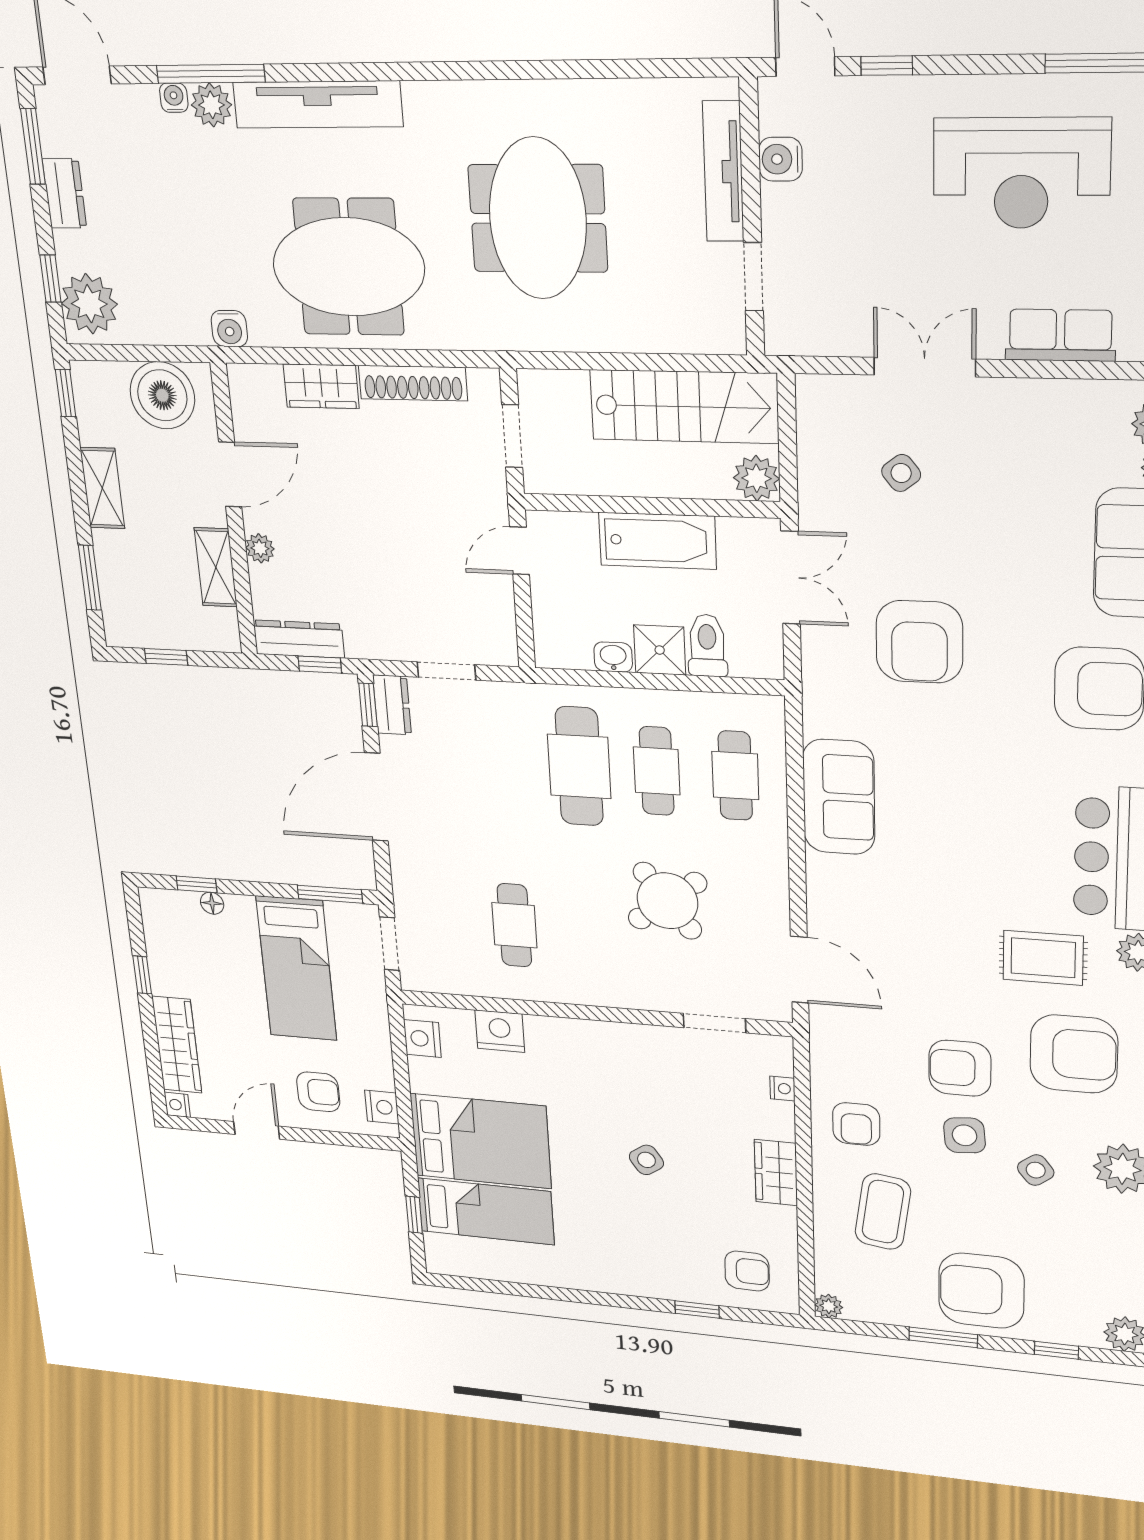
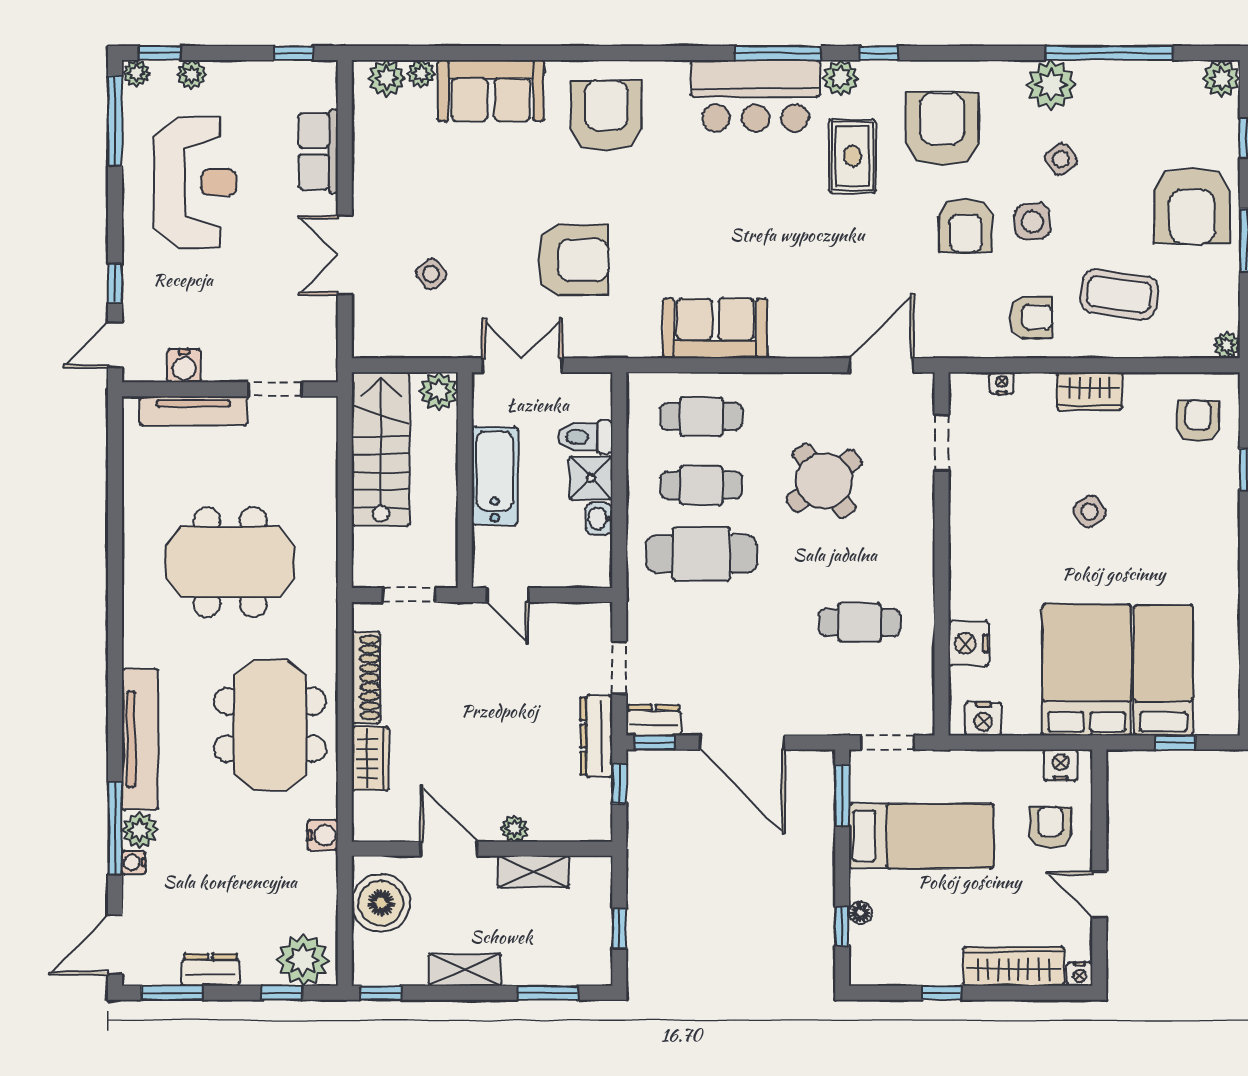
dresser: (299, 639) -> (596, 736), moved

